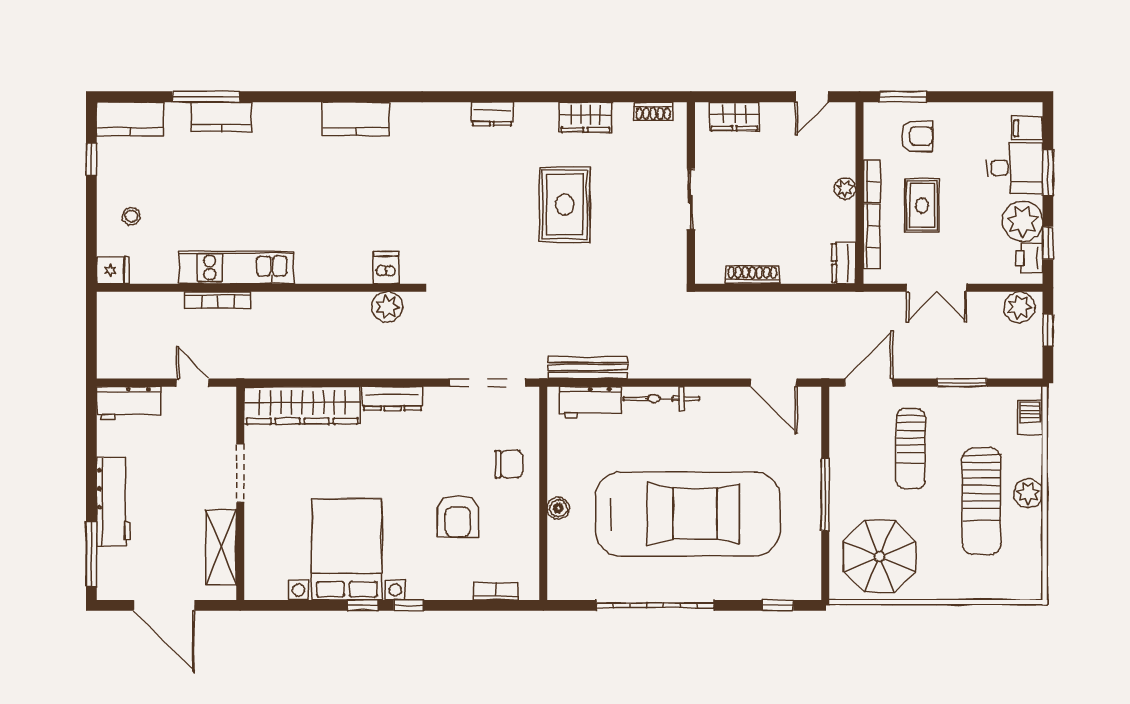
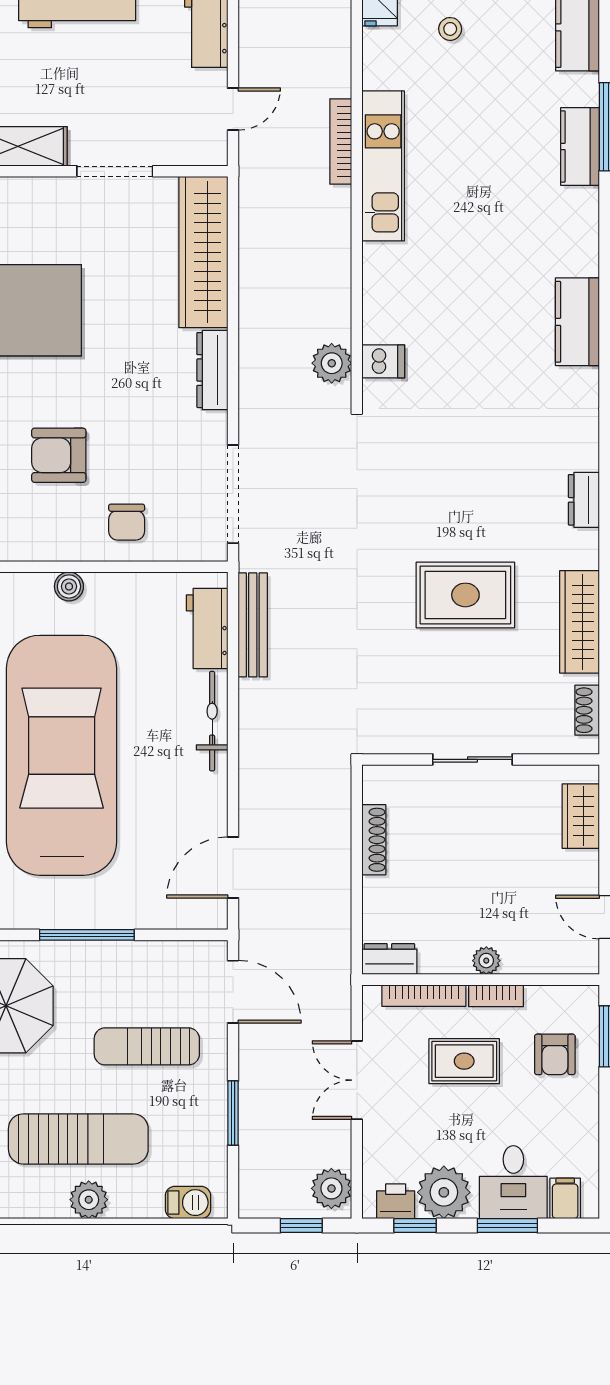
wardrobe: (586, 117) -> (579, 622), width x1.50
sun lounger: (982, 501) -> (78, 1139), turned 180
car: (688, 514) -> (62, 755), turned 180

